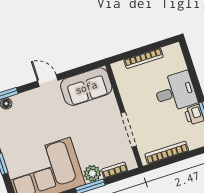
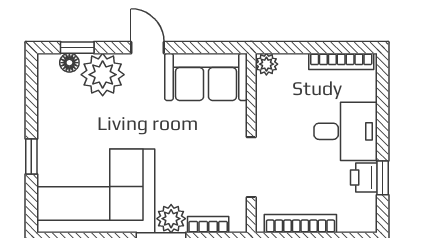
bookcase: (144, 58) -> (341, 61), moved
plant: (118, 68) -> (266, 64), added
plant: (27, 104) -> (103, 75), added

